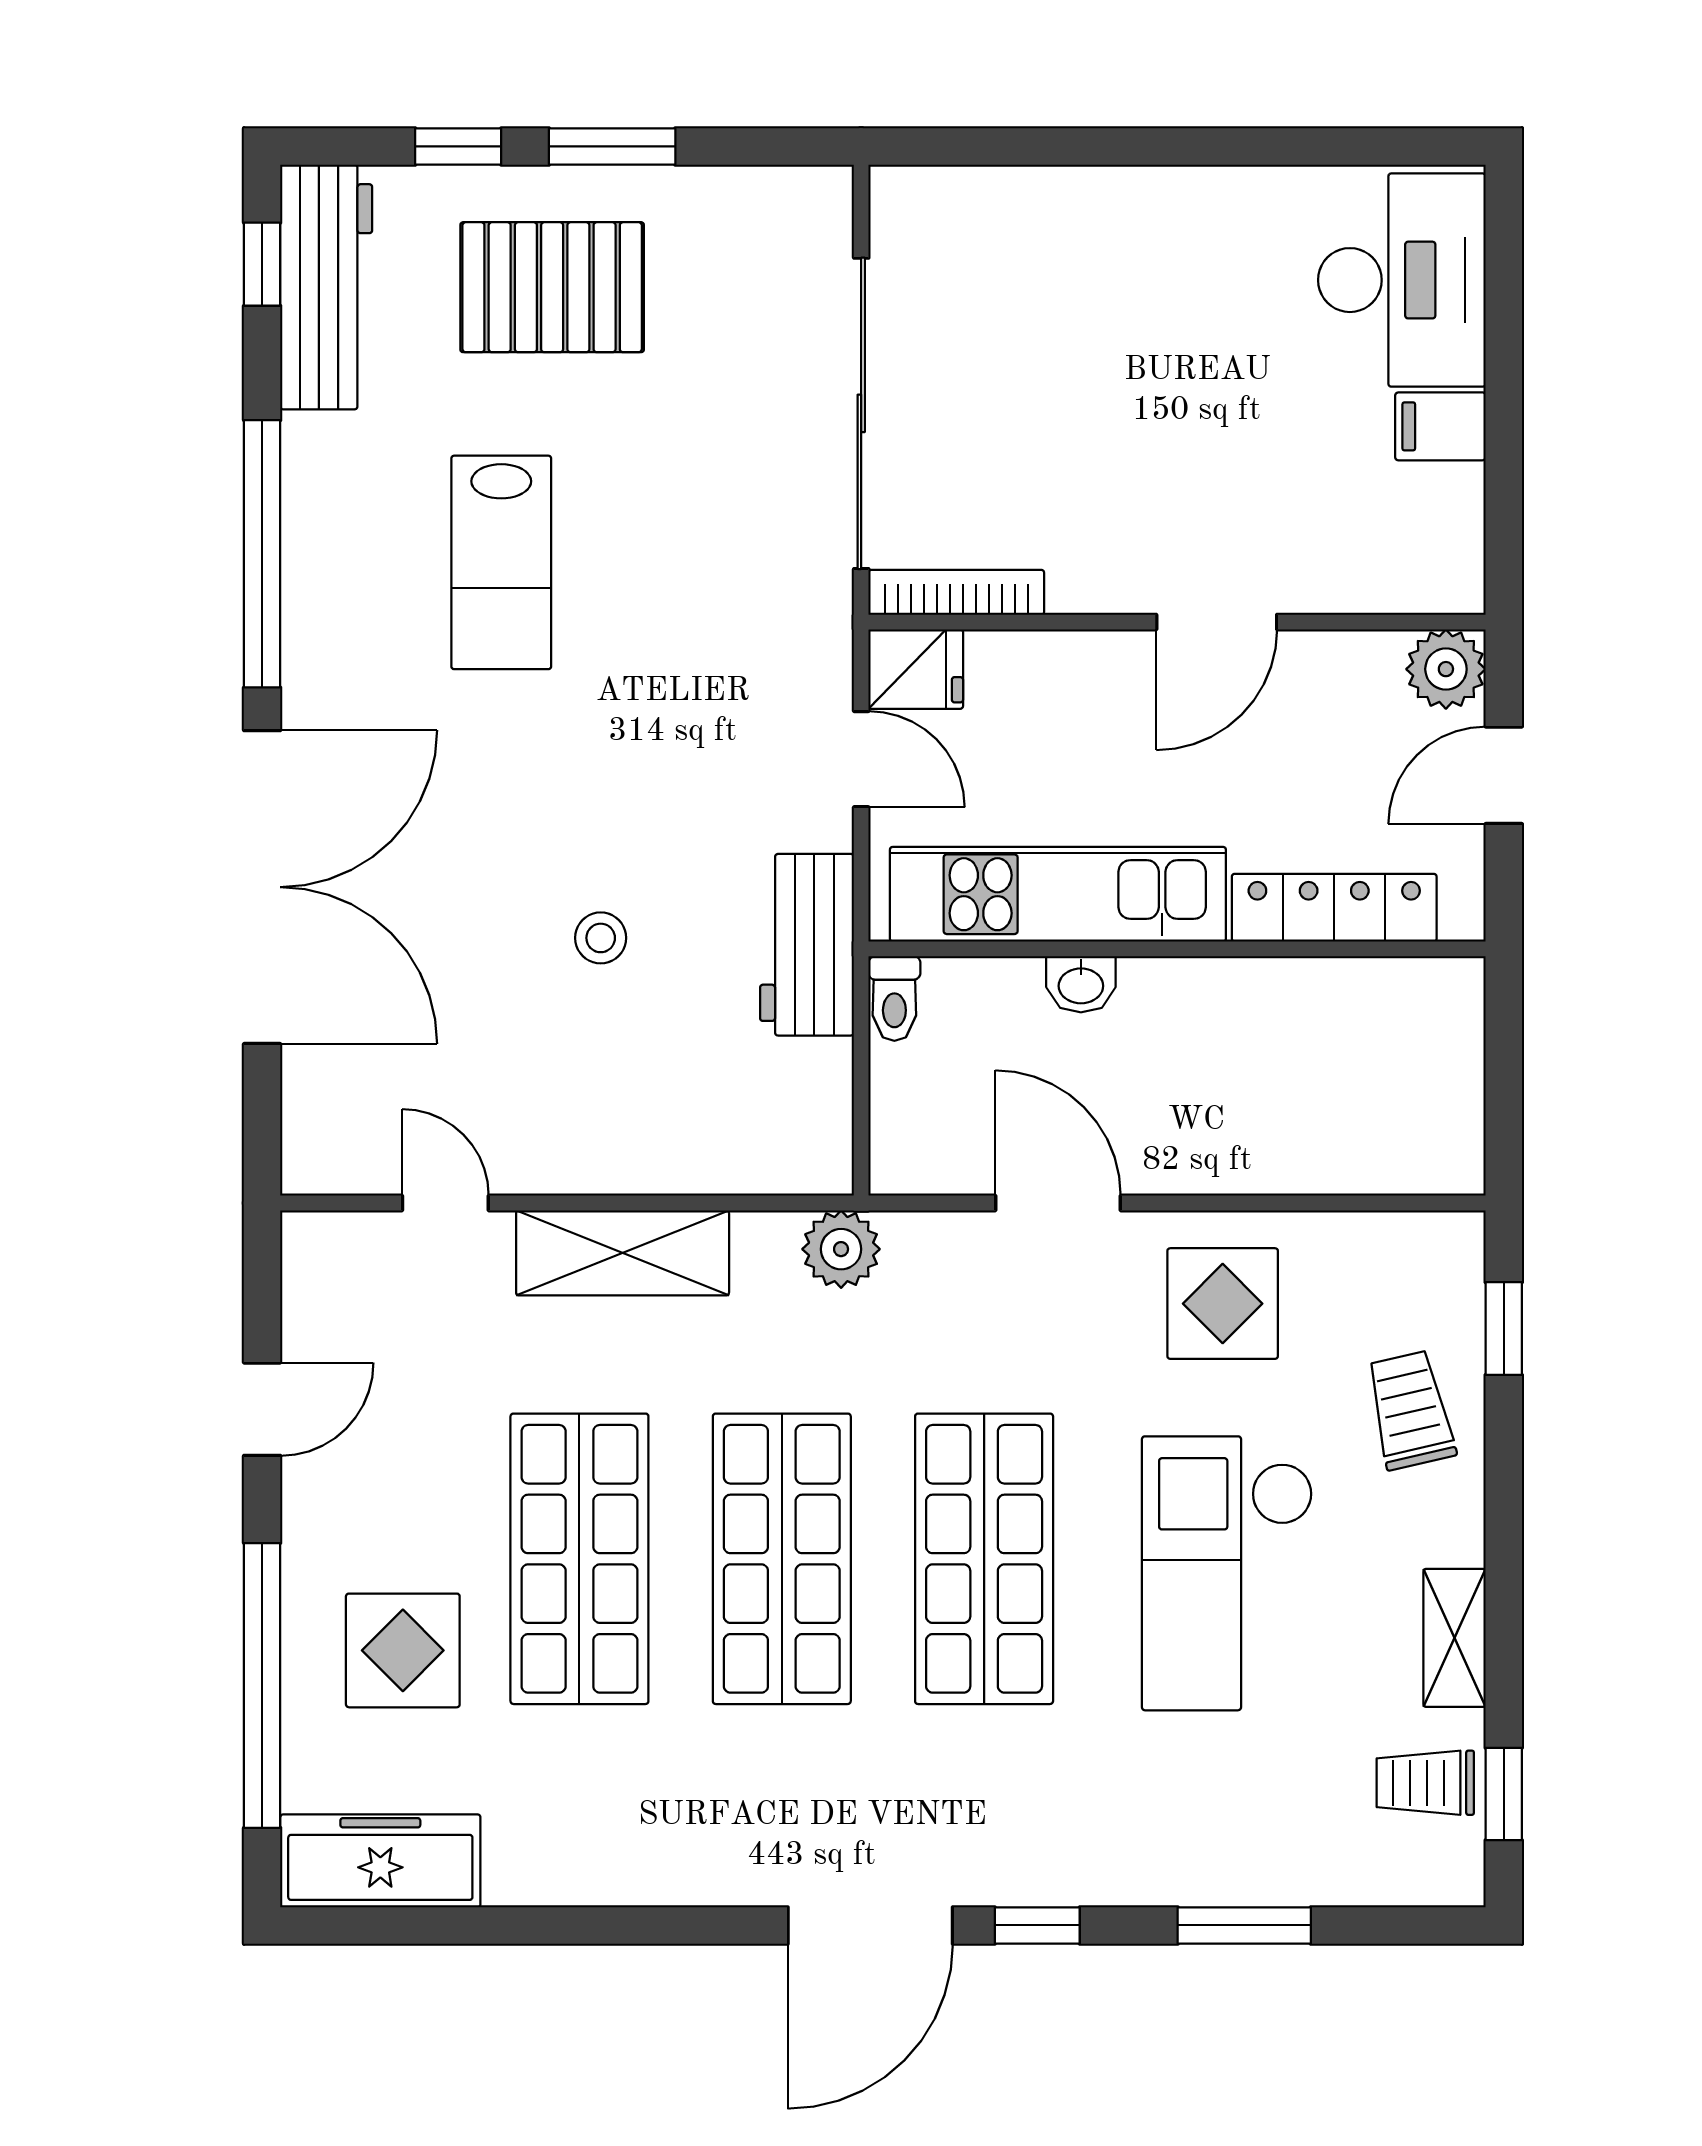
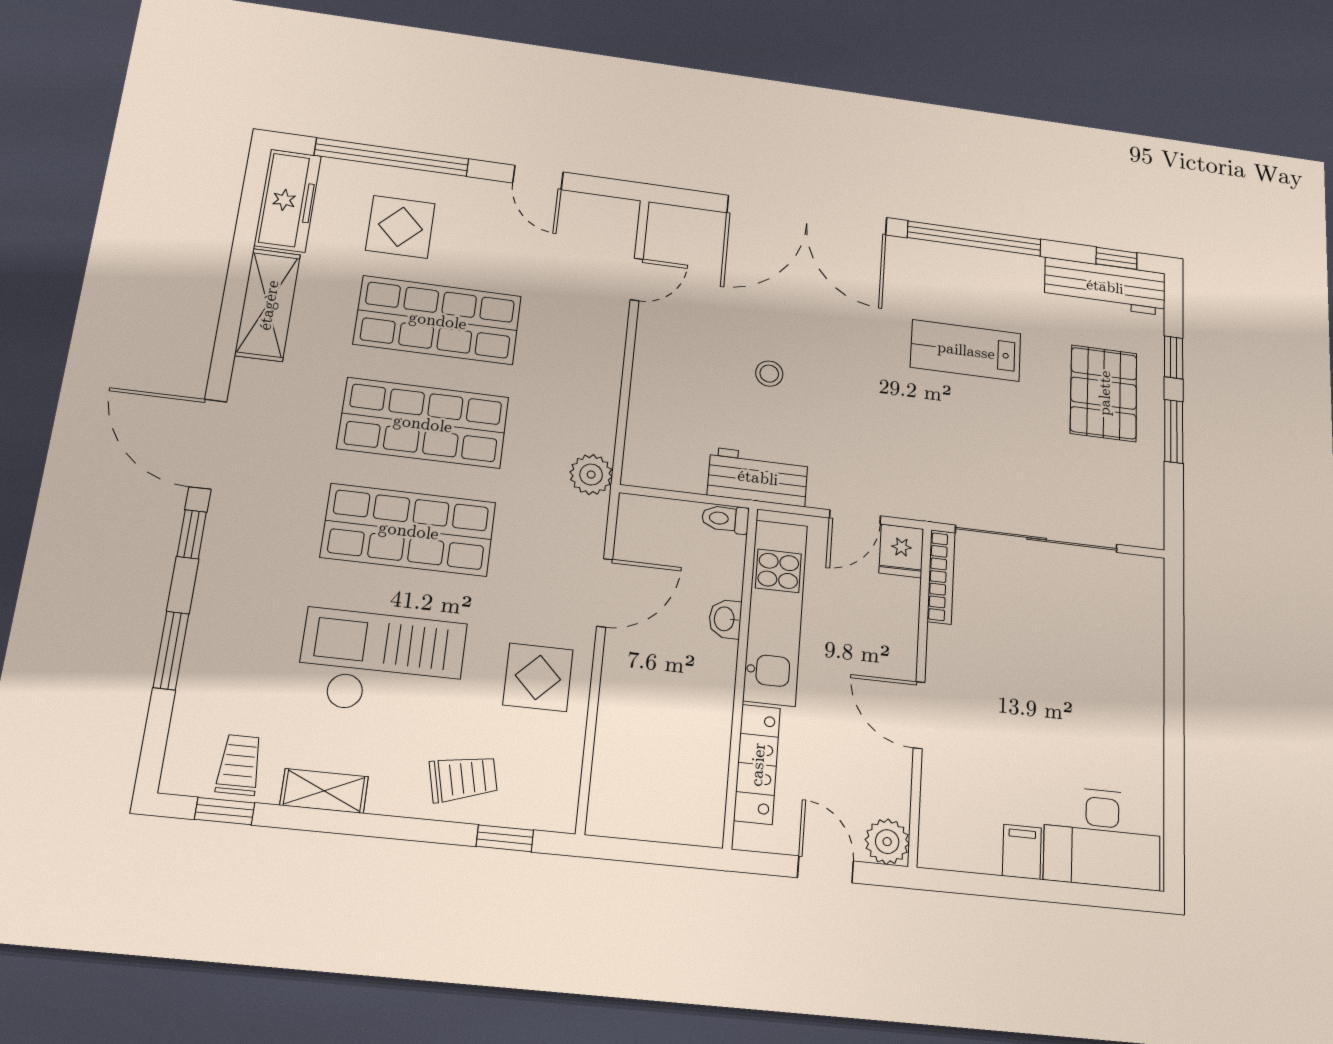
shelving: (623, 1253) -> (268, 305), moved

